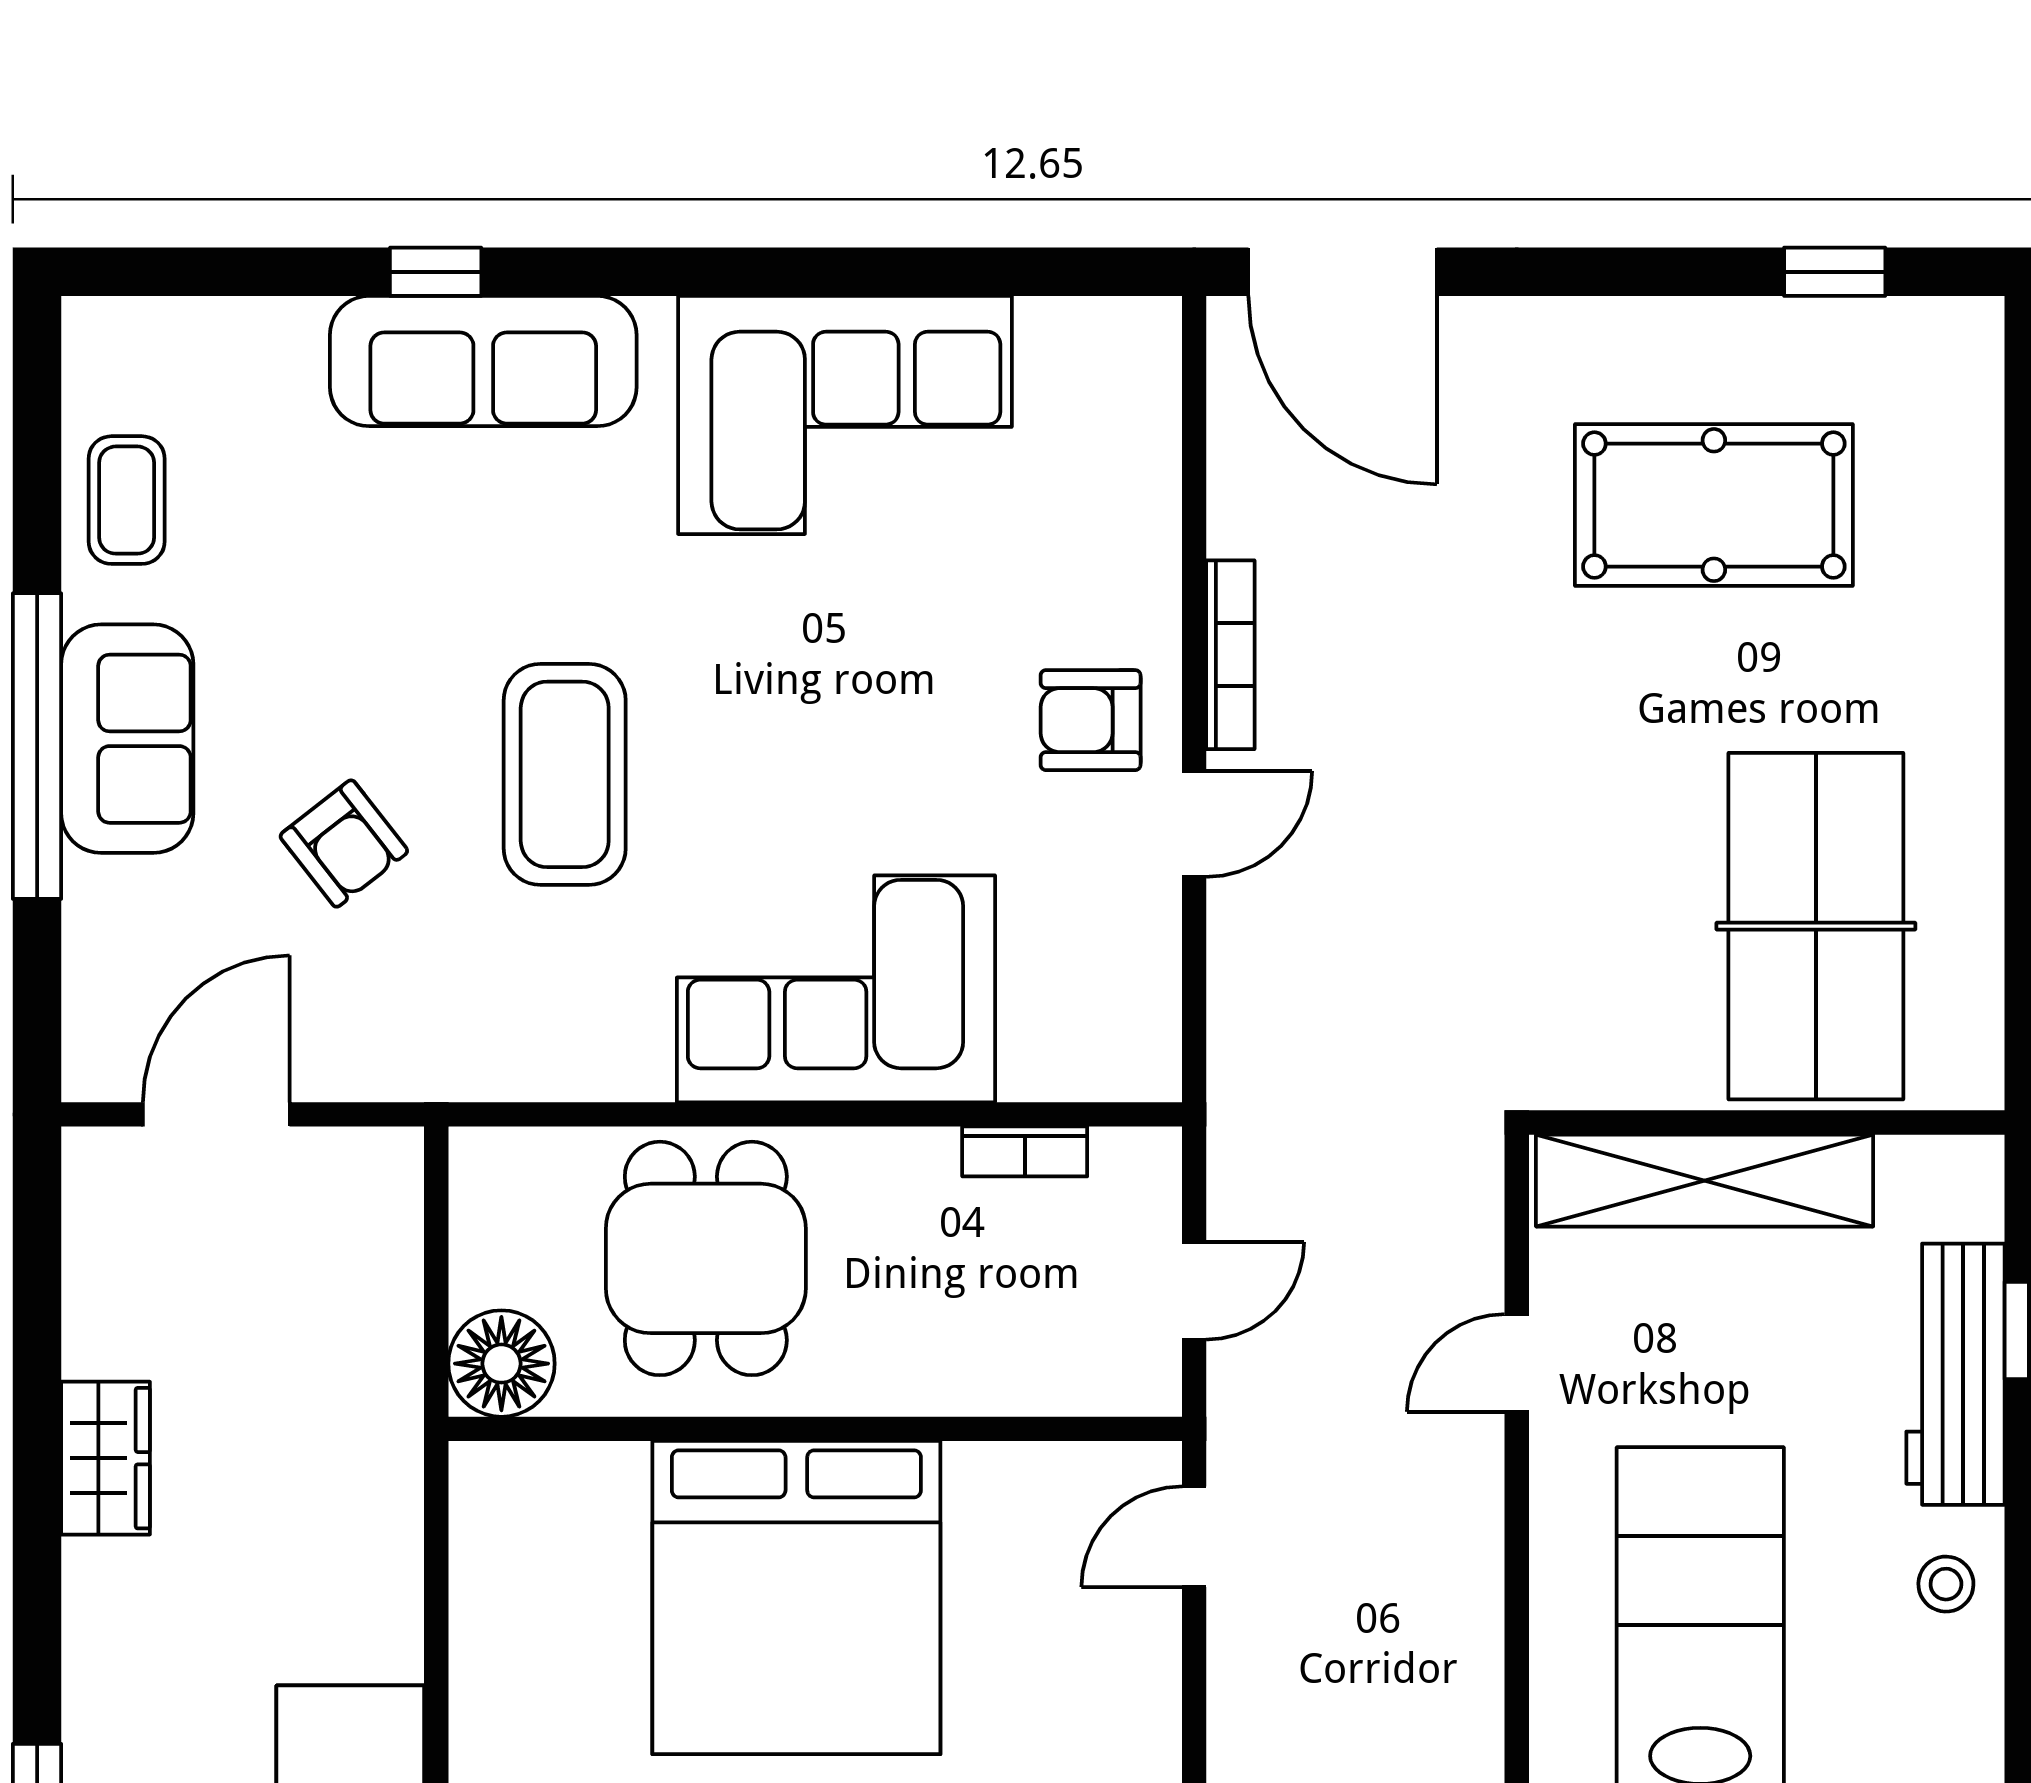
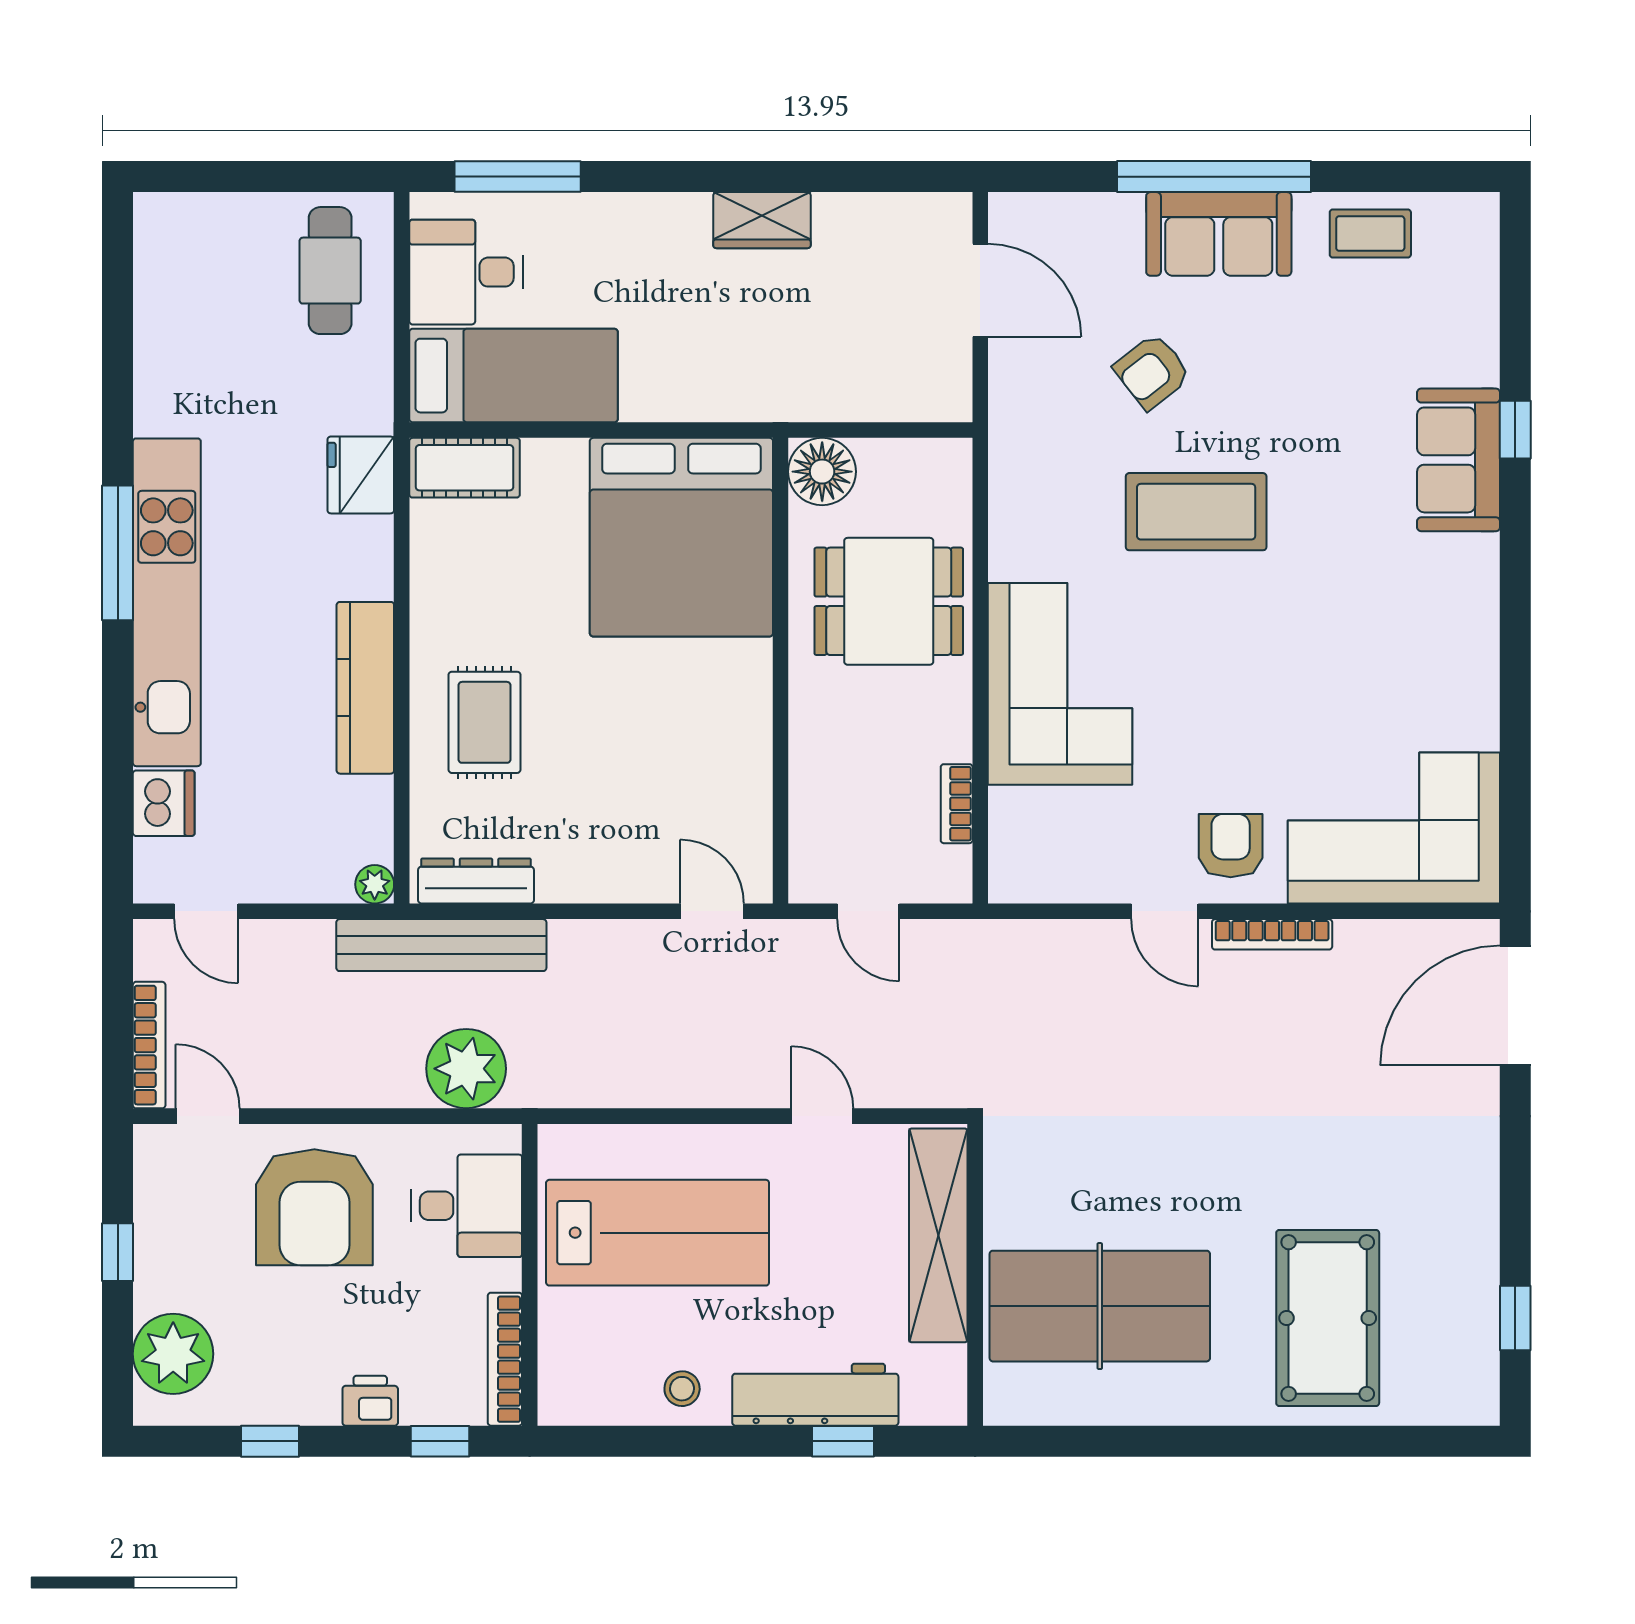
sofa: (483, 361) -> (1459, 460), width x0.73
corner sofa: (845, 415) -> (1394, 828), moved, turned 90
pool table: (1714, 505) -> (1328, 1318), moved
bed: (796, 1598) -> (681, 537), moved, turned -90

